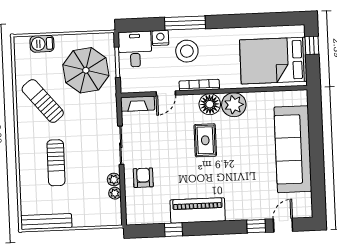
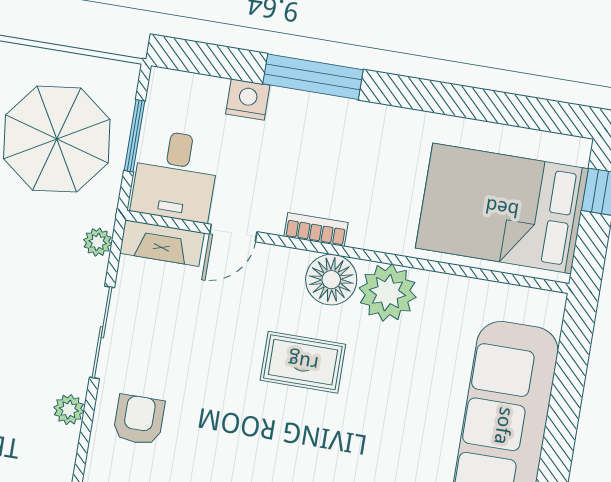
desk: (135, 49) -> (175, 176), moved, turned 180
stool: (187, 51) -> (304, 144), removed
bookcase: (199, 85) -> (316, 230), width x0.64
rug: (205, 140) -> (303, 362), turned 90
plant: (115, 193) -> (98, 242), moved

